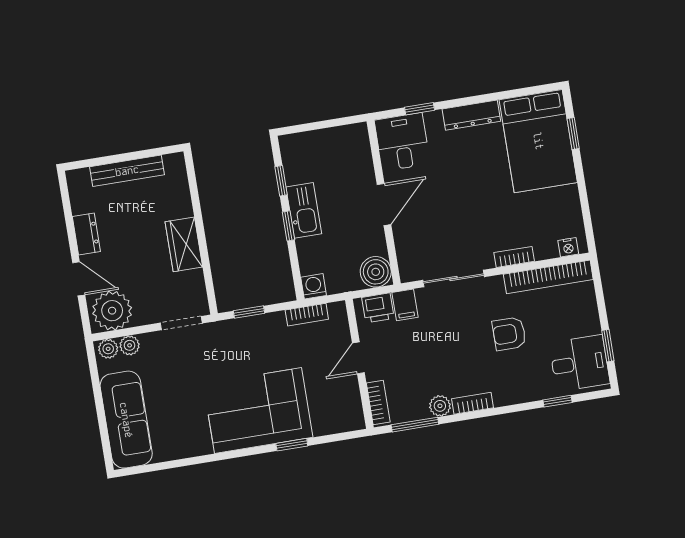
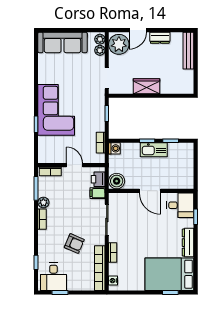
bench: (127, 171) -> (188, 51), moved
armchair: (509, 334) -> (74, 244), turned 113

